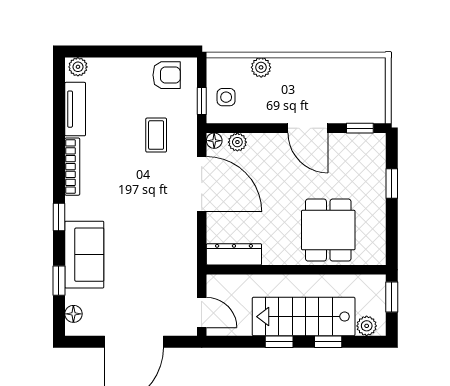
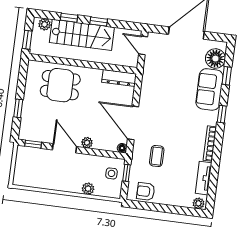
plant: (237, 142) -> (87, 143), moved
dining table: (328, 230) -> (60, 85), turned 90
floor lamp: (73, 314) -> (215, 59), width x1.89, depth x1.89

